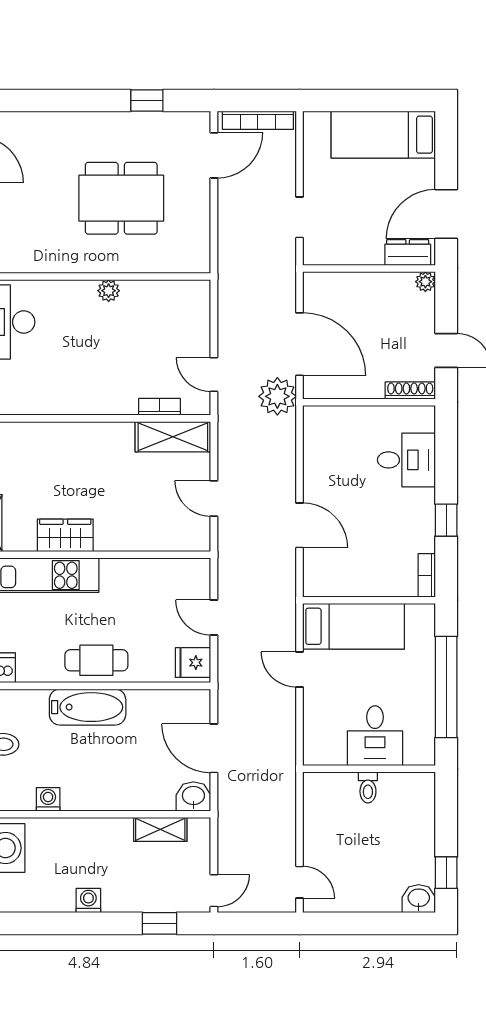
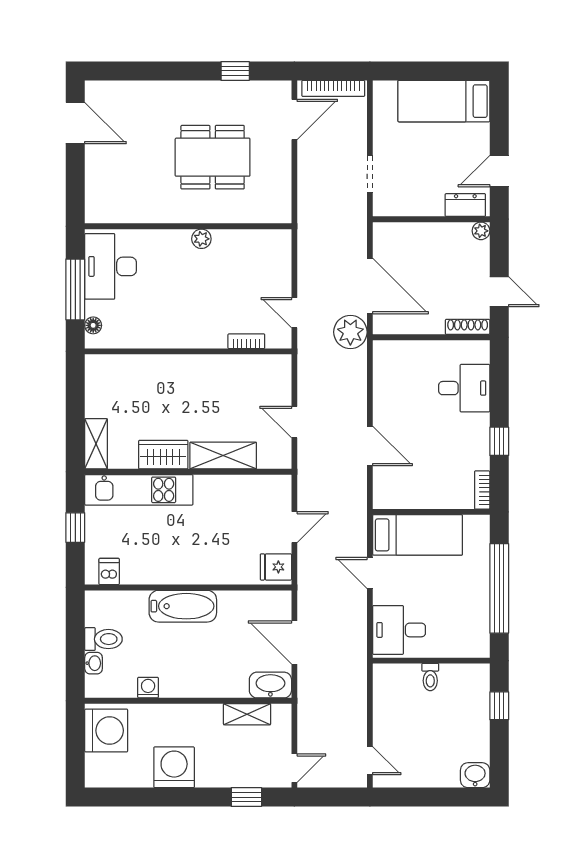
door: (446, 214) -> (499, 171), width x0.73
shelving: (173, 437) -> (223, 456), moved
door: (214, 618) -> (294, 527), swing flipped
cafe table: (96, 660) -> (191, 565), removed
desk: (375, 736) -> (399, 630), moved, turned 90
washbasin: (193, 796) -> (270, 685), width x1.38
window: (446, 873) -> (499, 706), moved
washing machine: (88, 900) -> (174, 767), width x1.89, depth x1.89

